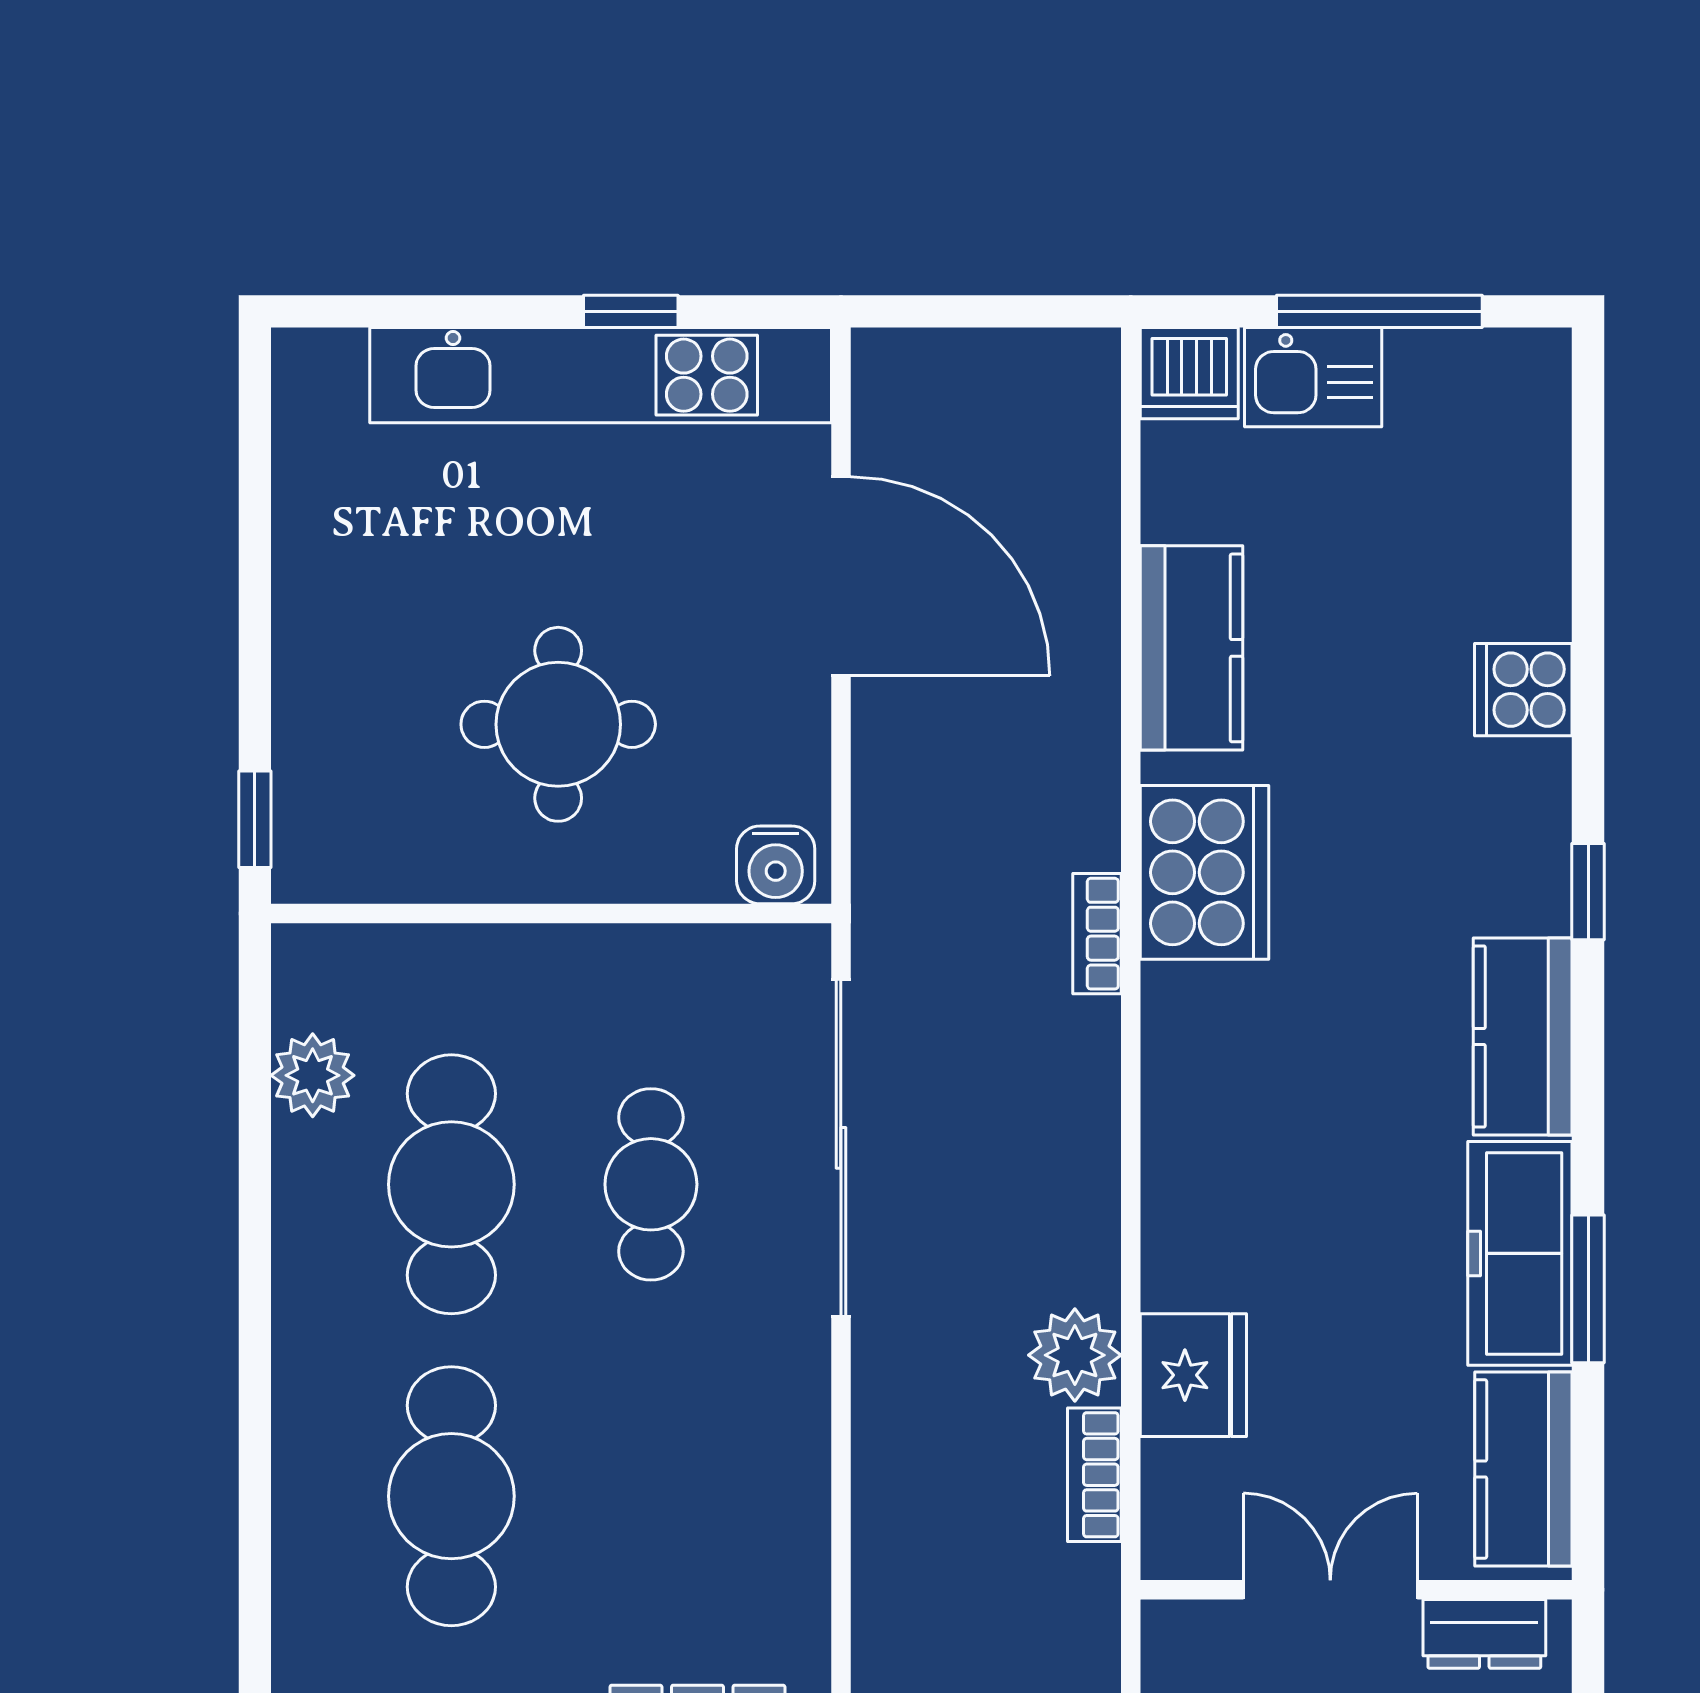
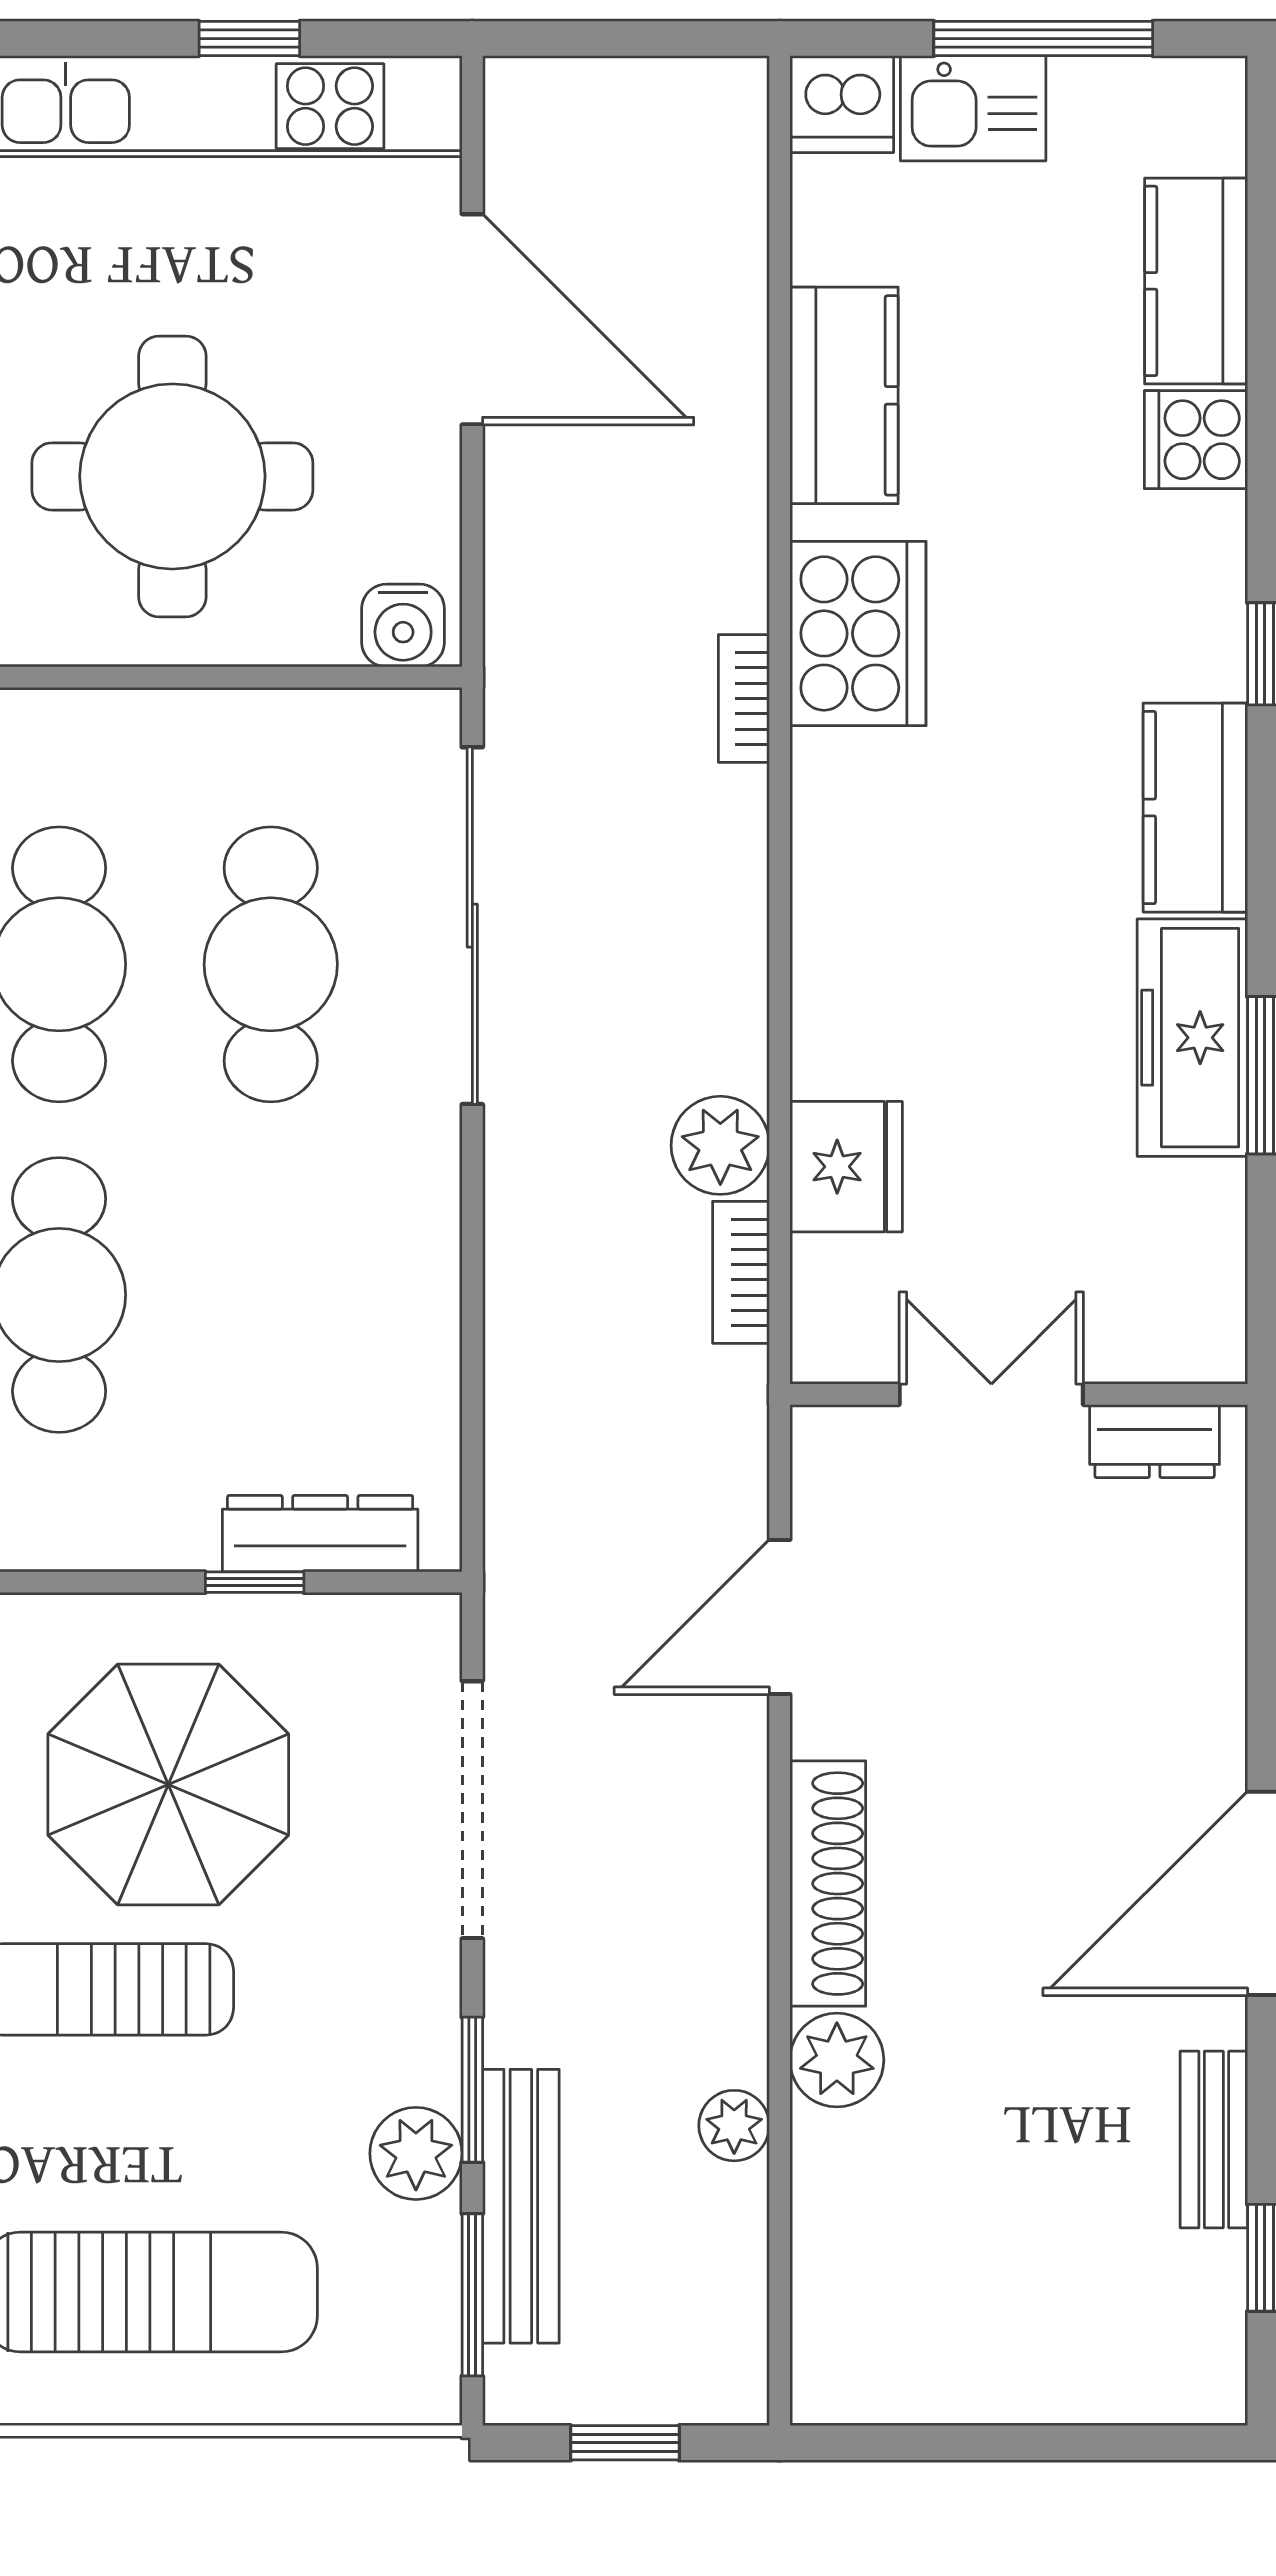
round table: (558, 724) -> (172, 476), width x1.36, depth x1.36
cafe table: (651, 1184) -> (271, 964), width x1.37, depth x1.35
kitchen counter: (1523, 1469) -> (1196, 281), moved

